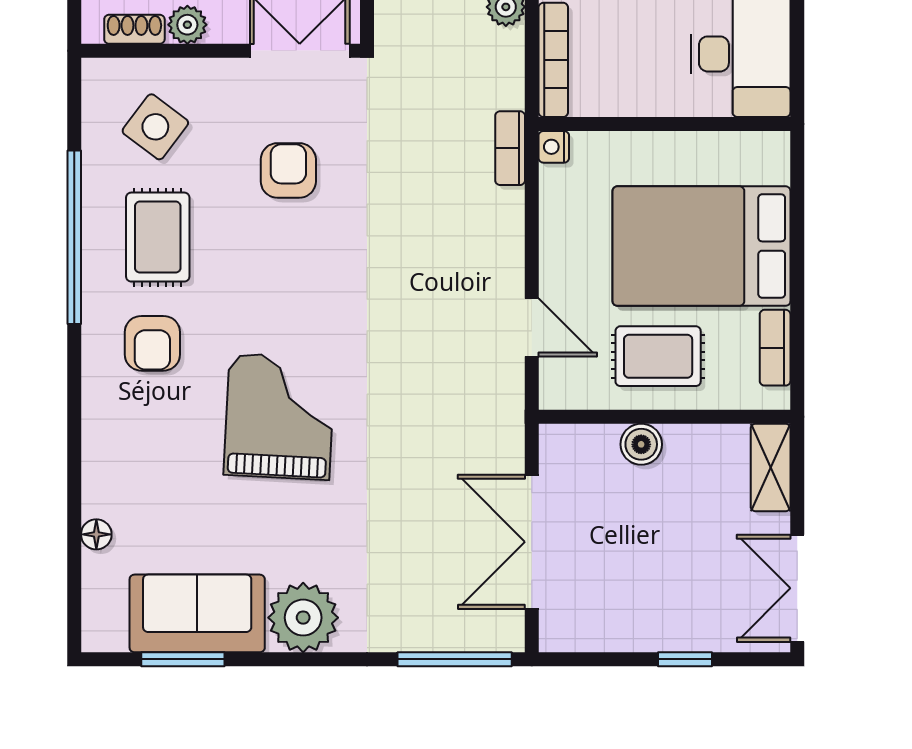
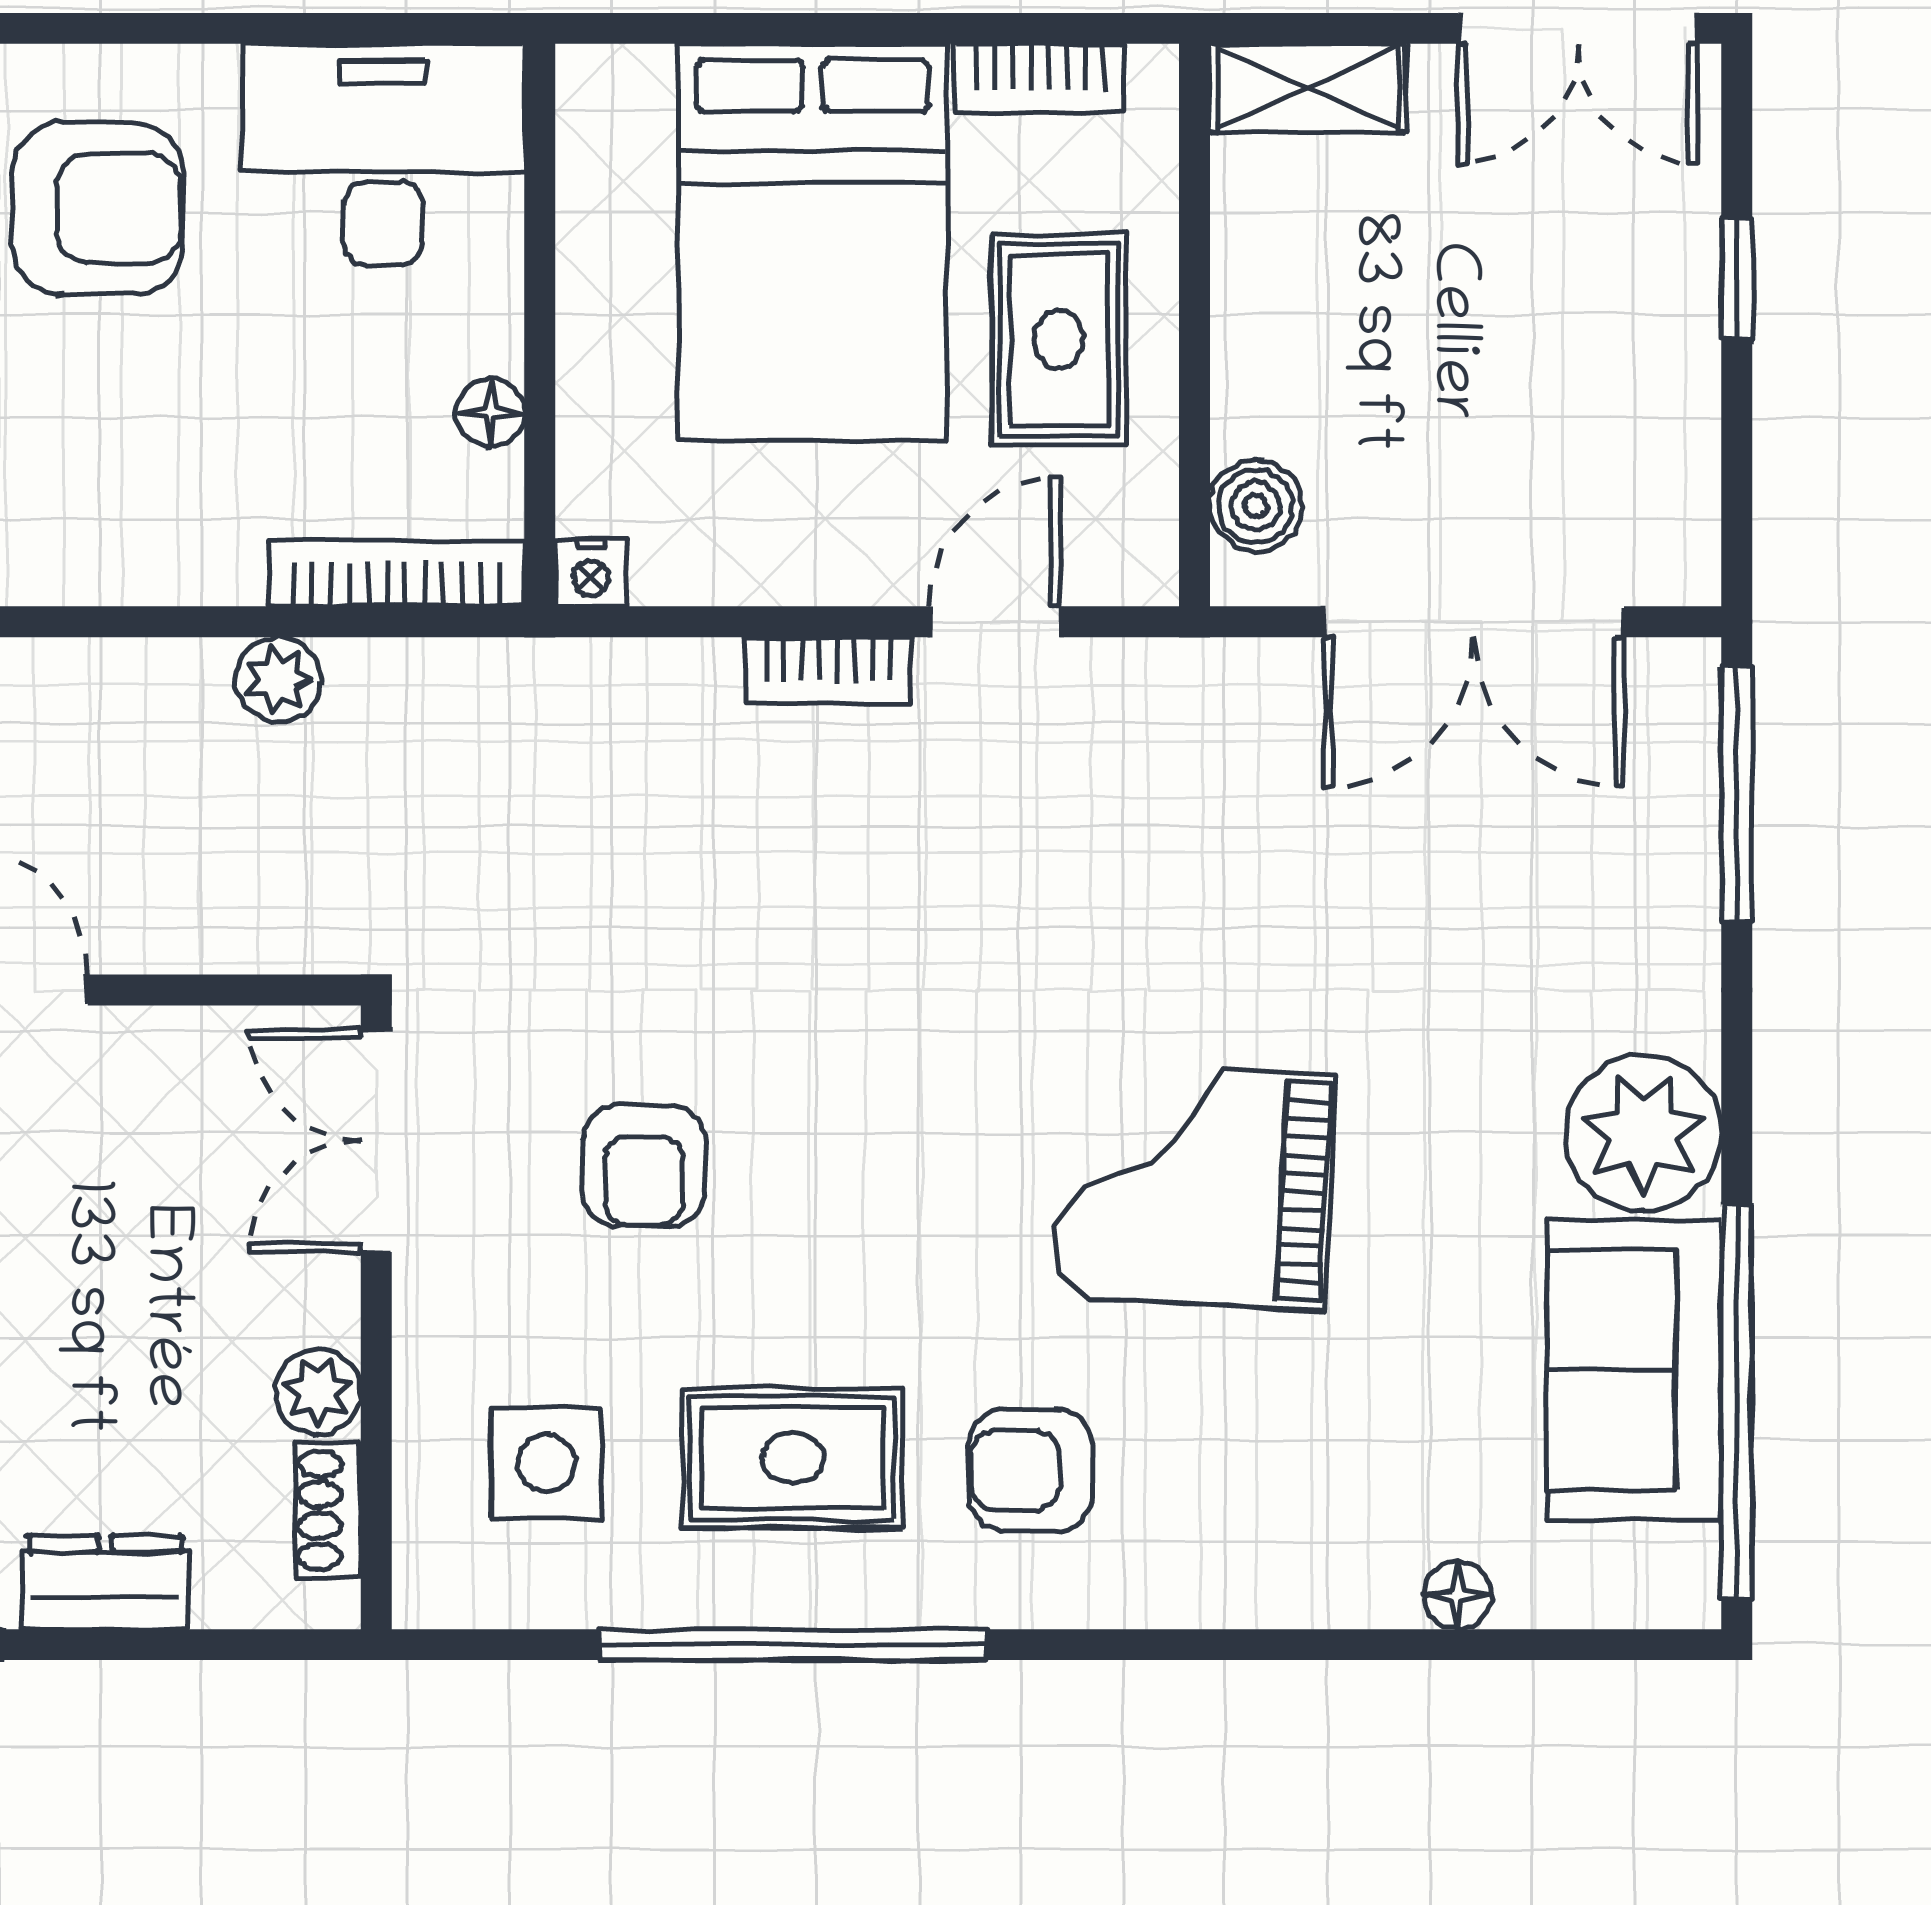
floor lamp: (625, 102) -> (490, 413), added
side table: (155, 127) -> (546, 1463), turned -37
bookcase: (510, 148) -> (828, 670), moved
armchair: (288, 170) -> (644, 1166), turned -90
armchair: (152, 343) -> (1030, 1470), turned 180
boiler: (641, 444) -> (1256, 506), moved
window: (183, 659) -> (1737, 1402), width x2.11

